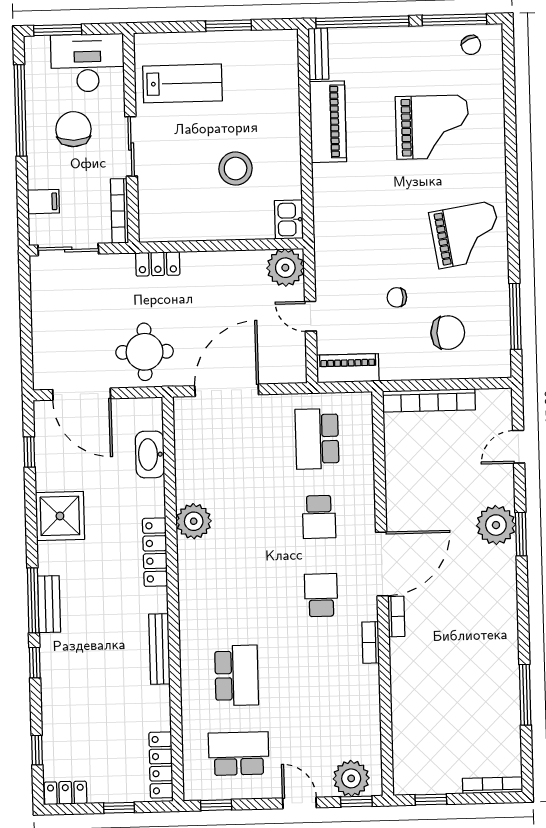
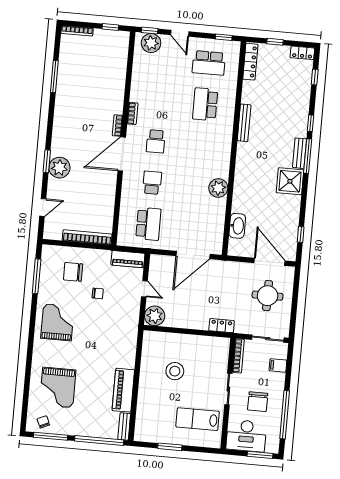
grand piano: (432, 127) -> (58, 387), moved, turned -90
kitchen sink: (289, 219) -> (150, 341), removed
grand piano: (466, 235) -> (57, 322), turned 99
round table: (145, 352) -> (268, 296), moved
shower: (60, 516) -> (290, 181), moved
locker: (155, 552) -> (241, 174), removed

